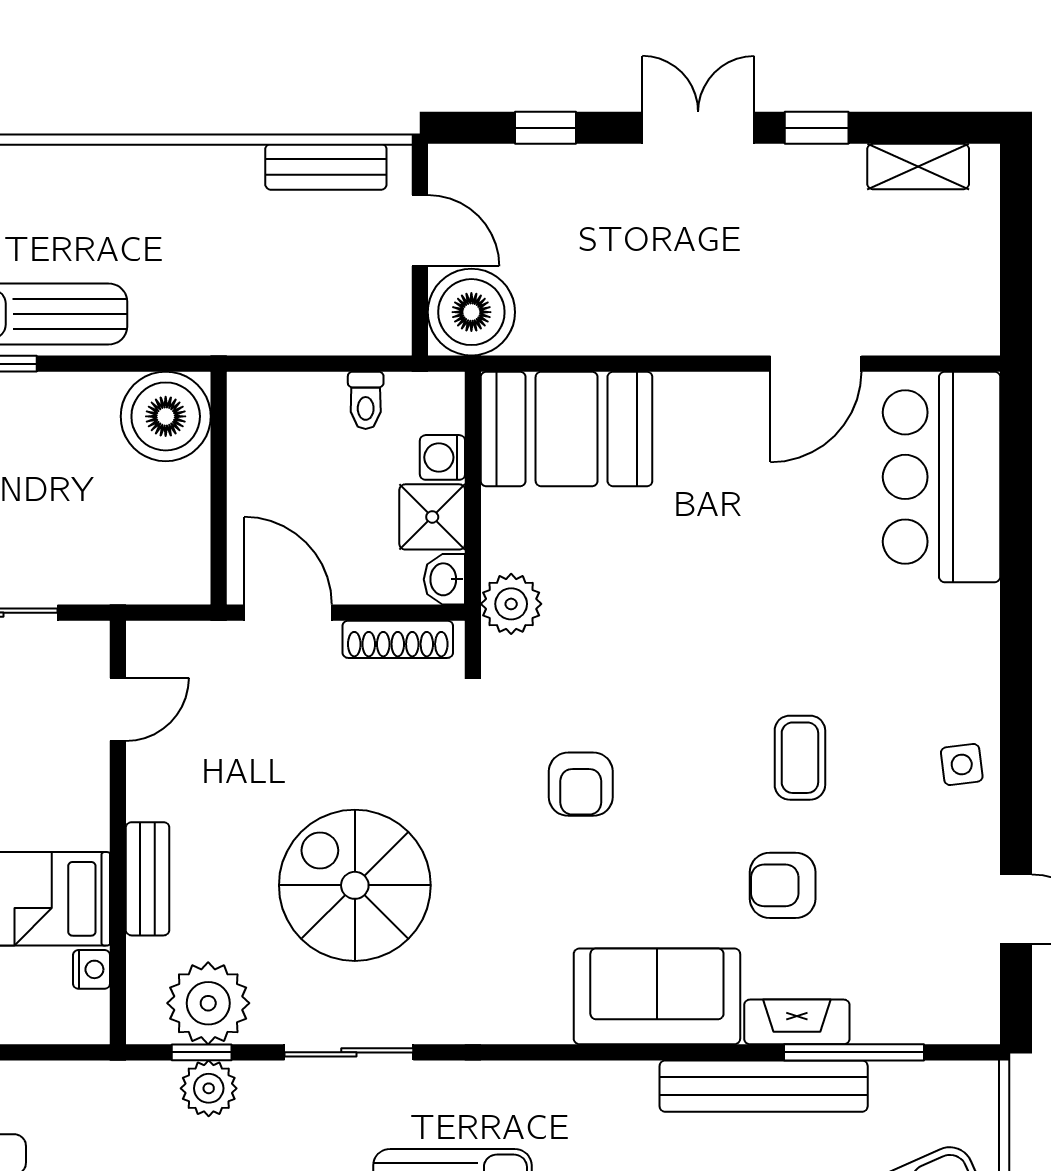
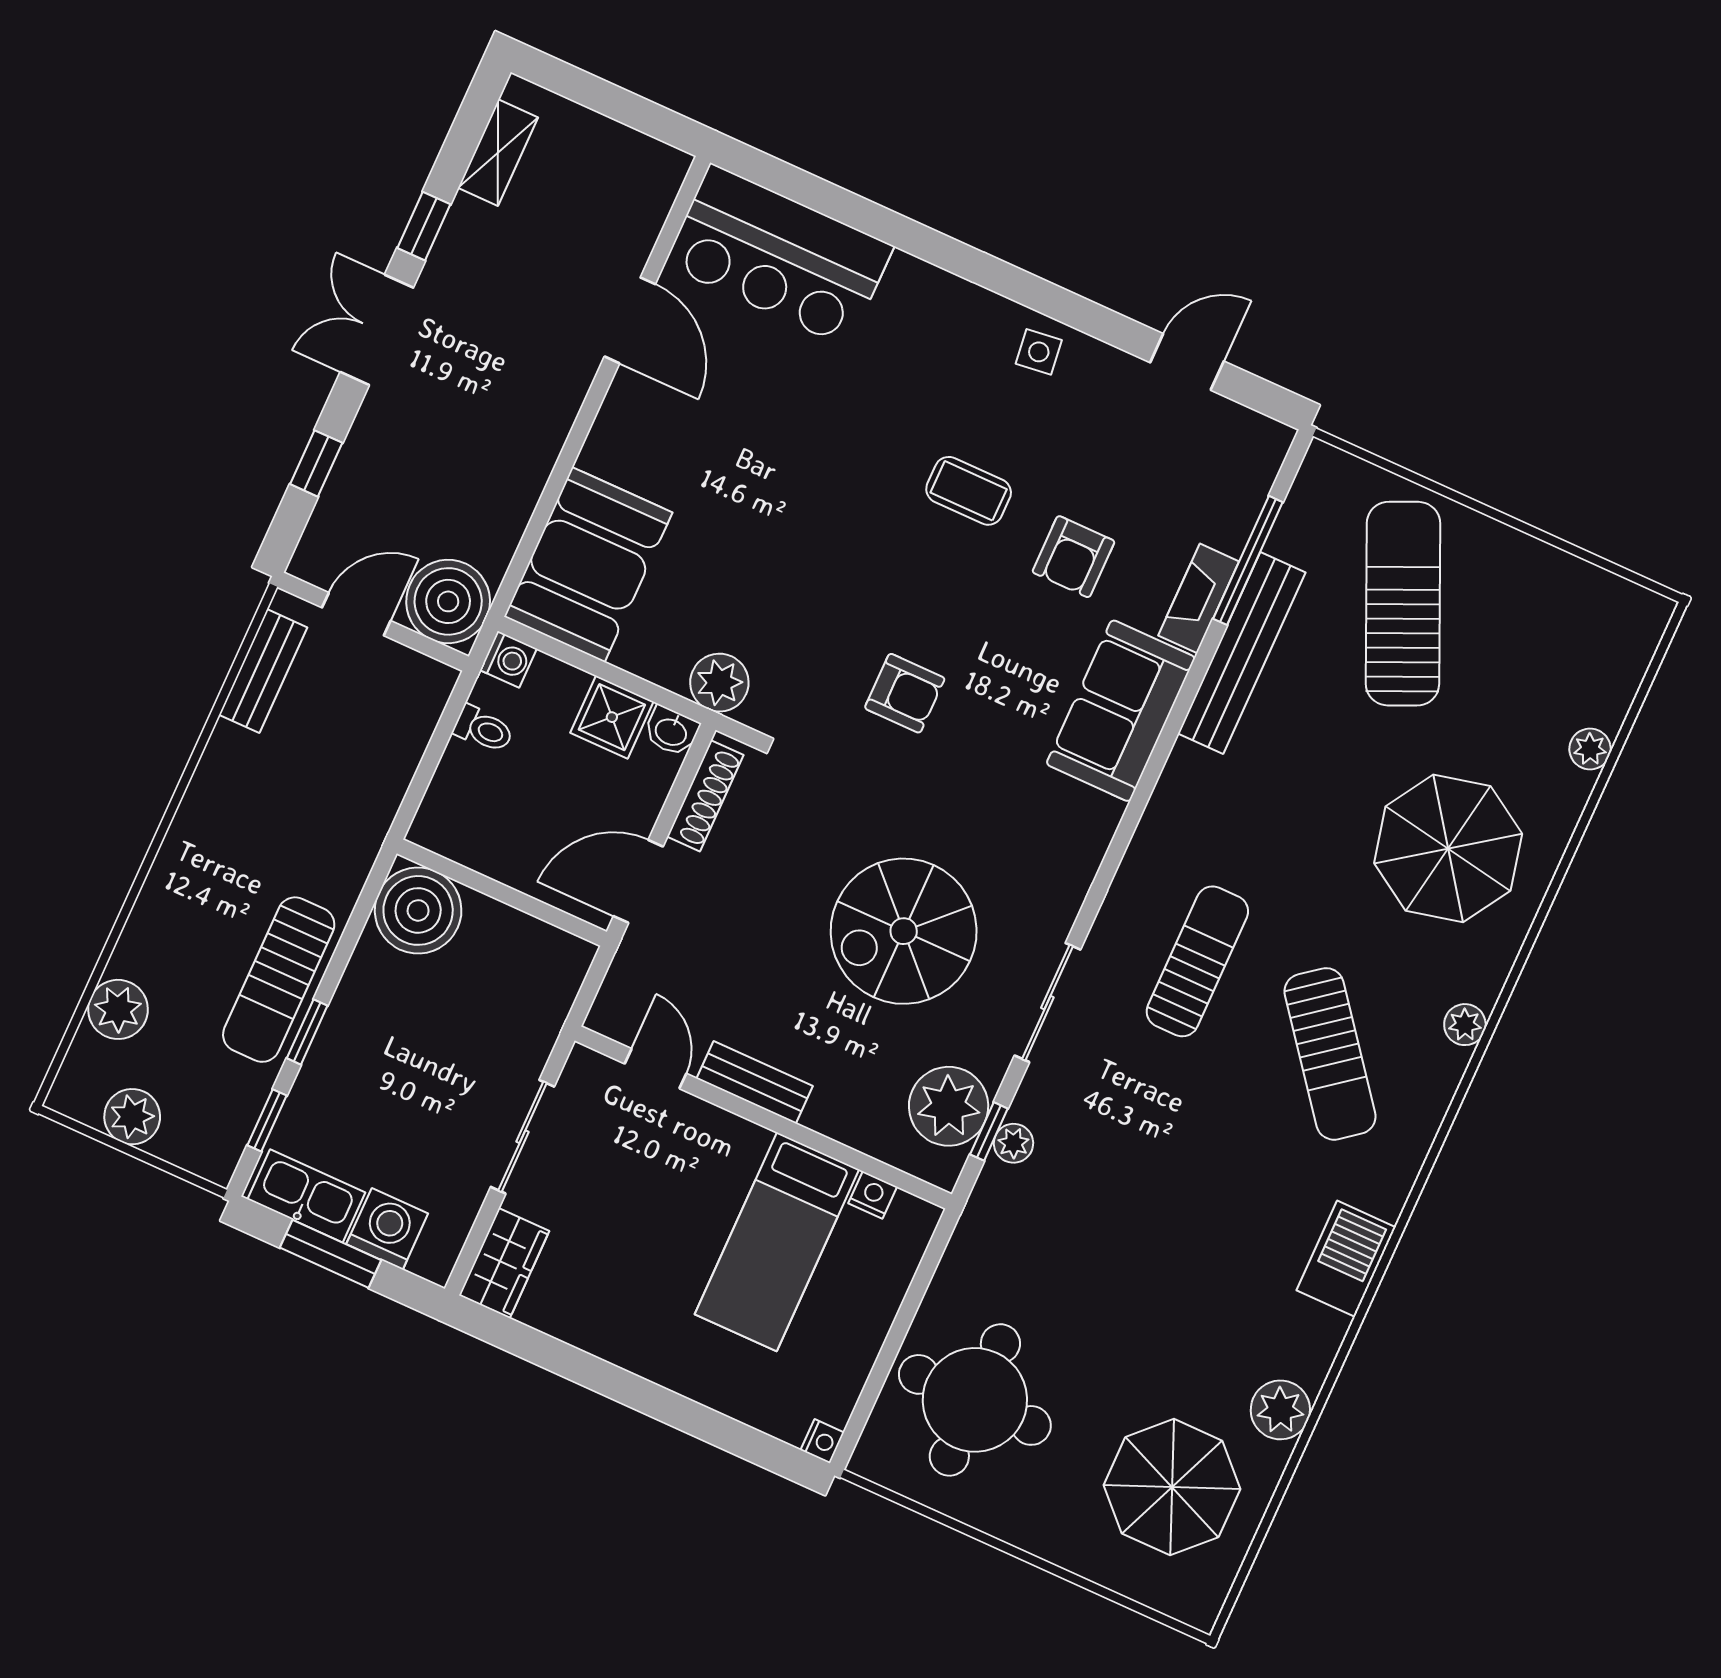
washing machine: (442, 457) -> (508, 659), moved, turned -90
bench: (148, 879) -> (755, 1082), moved
plant: (209, 1088) -> (1014, 1143), width x0.73, depth x0.73

